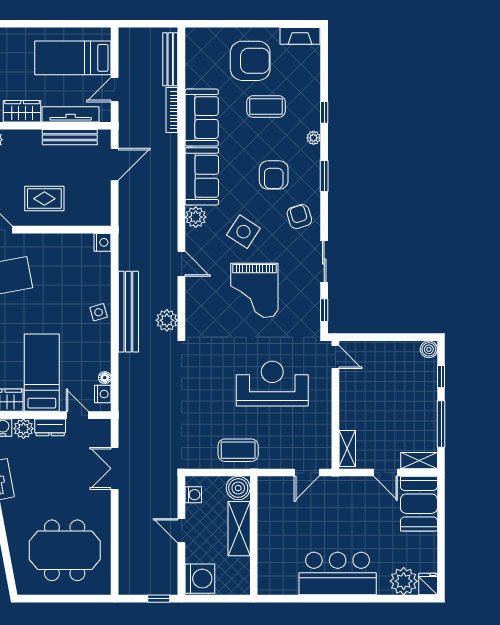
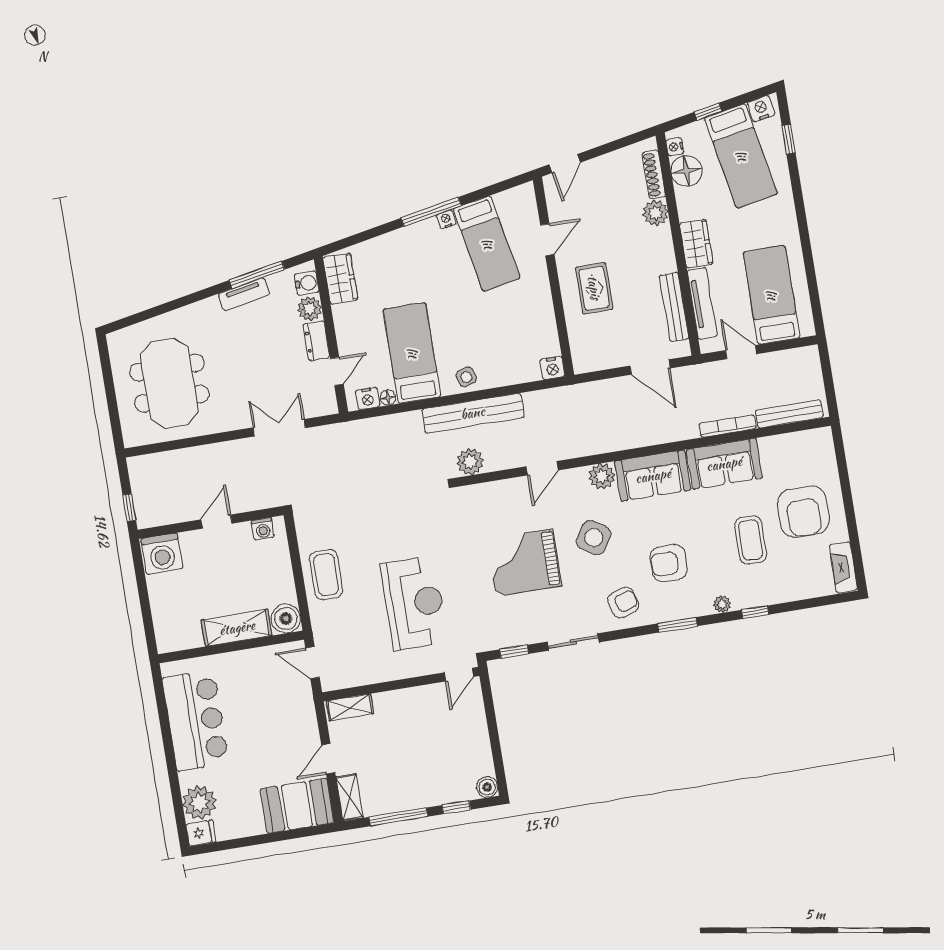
bed: (42, 373) -> (412, 353), moved, turned -90
boiler: (238, 488) -> (286, 619), moved
shelving: (239, 529) -> (237, 628), moved
wall: (254, 536) -> (231, 647), moved

